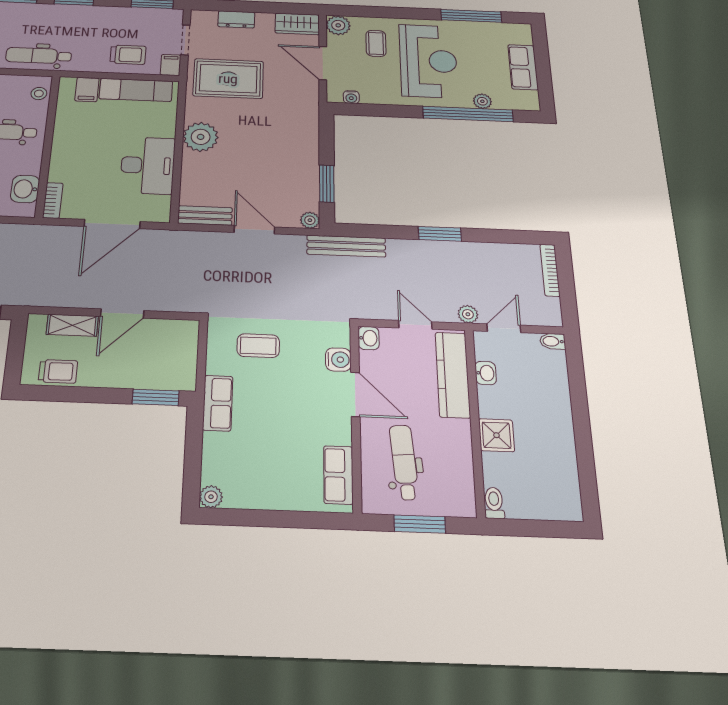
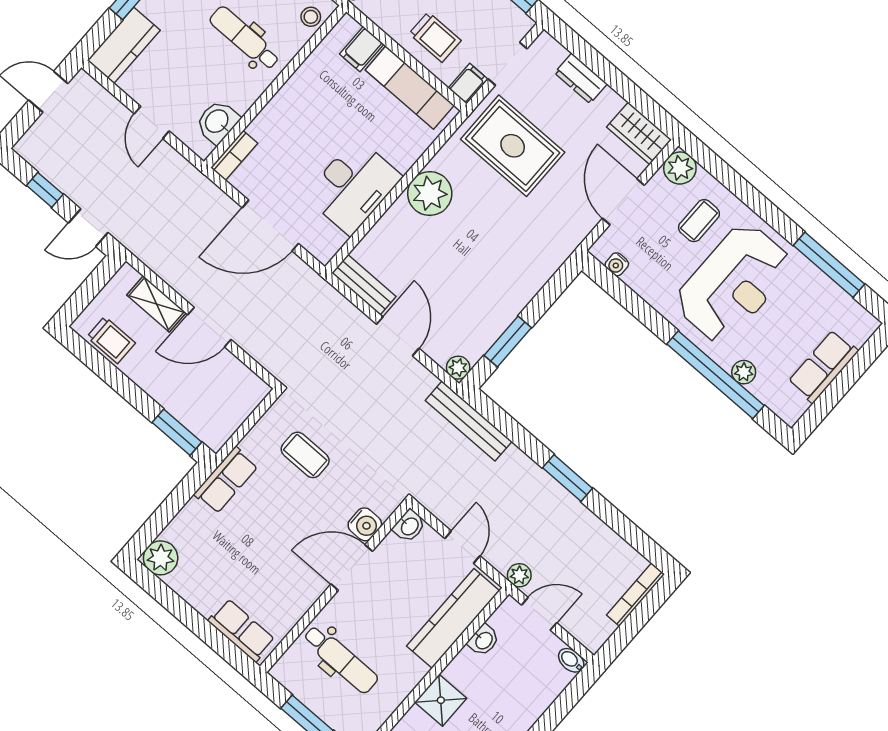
door: (355, 394) -> (352, 568), swing flipped
dental chair: (404, 462) -> (341, 659), turned 95
row of seats: (338, 475) -> (241, 630), moved, turned 90
plant: (211, 497) -> (161, 558), width x1.38, depth x1.38

